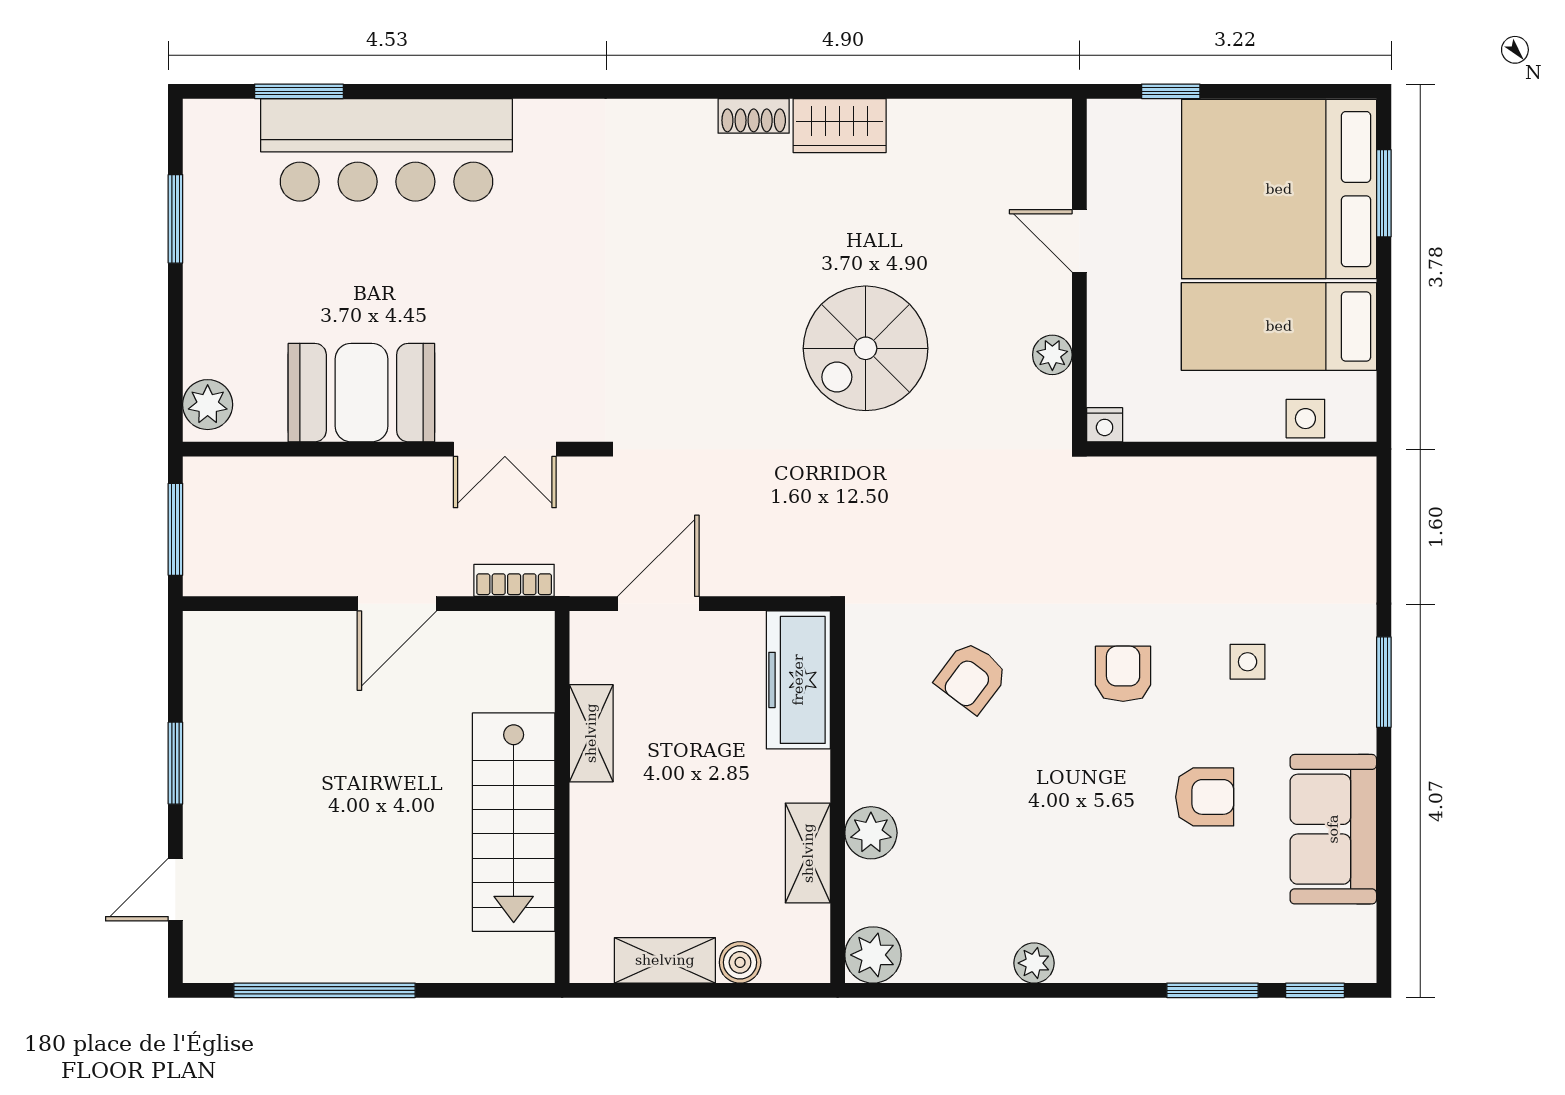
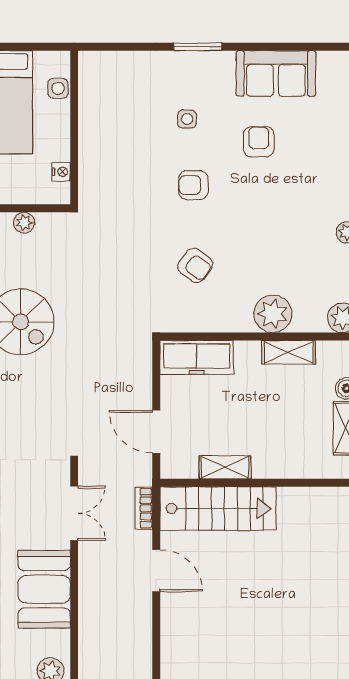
nightstand: (1105, 425) -> (61, 172), moved
stairs: (514, 822) -> (218, 509), moved
plant: (871, 833) -> (273, 314), width x1.36, depth x1.36

